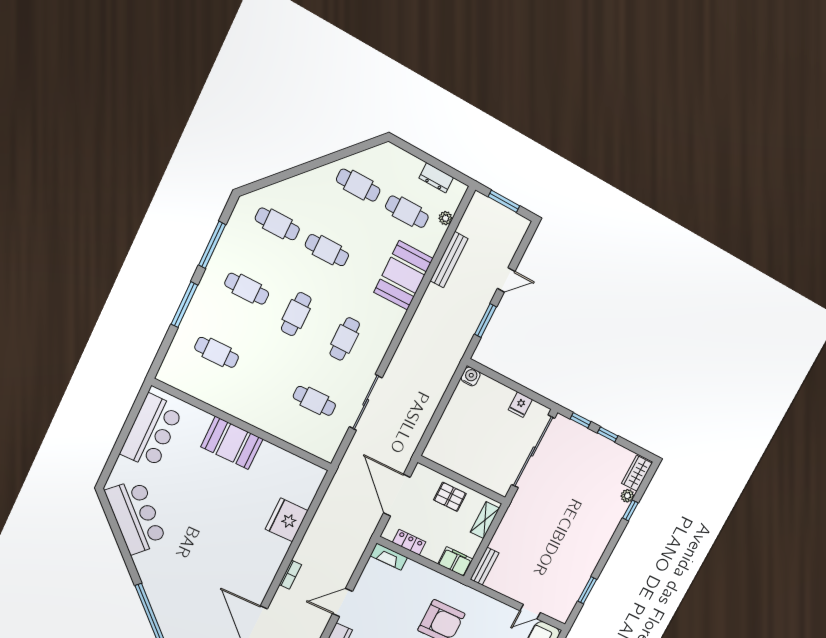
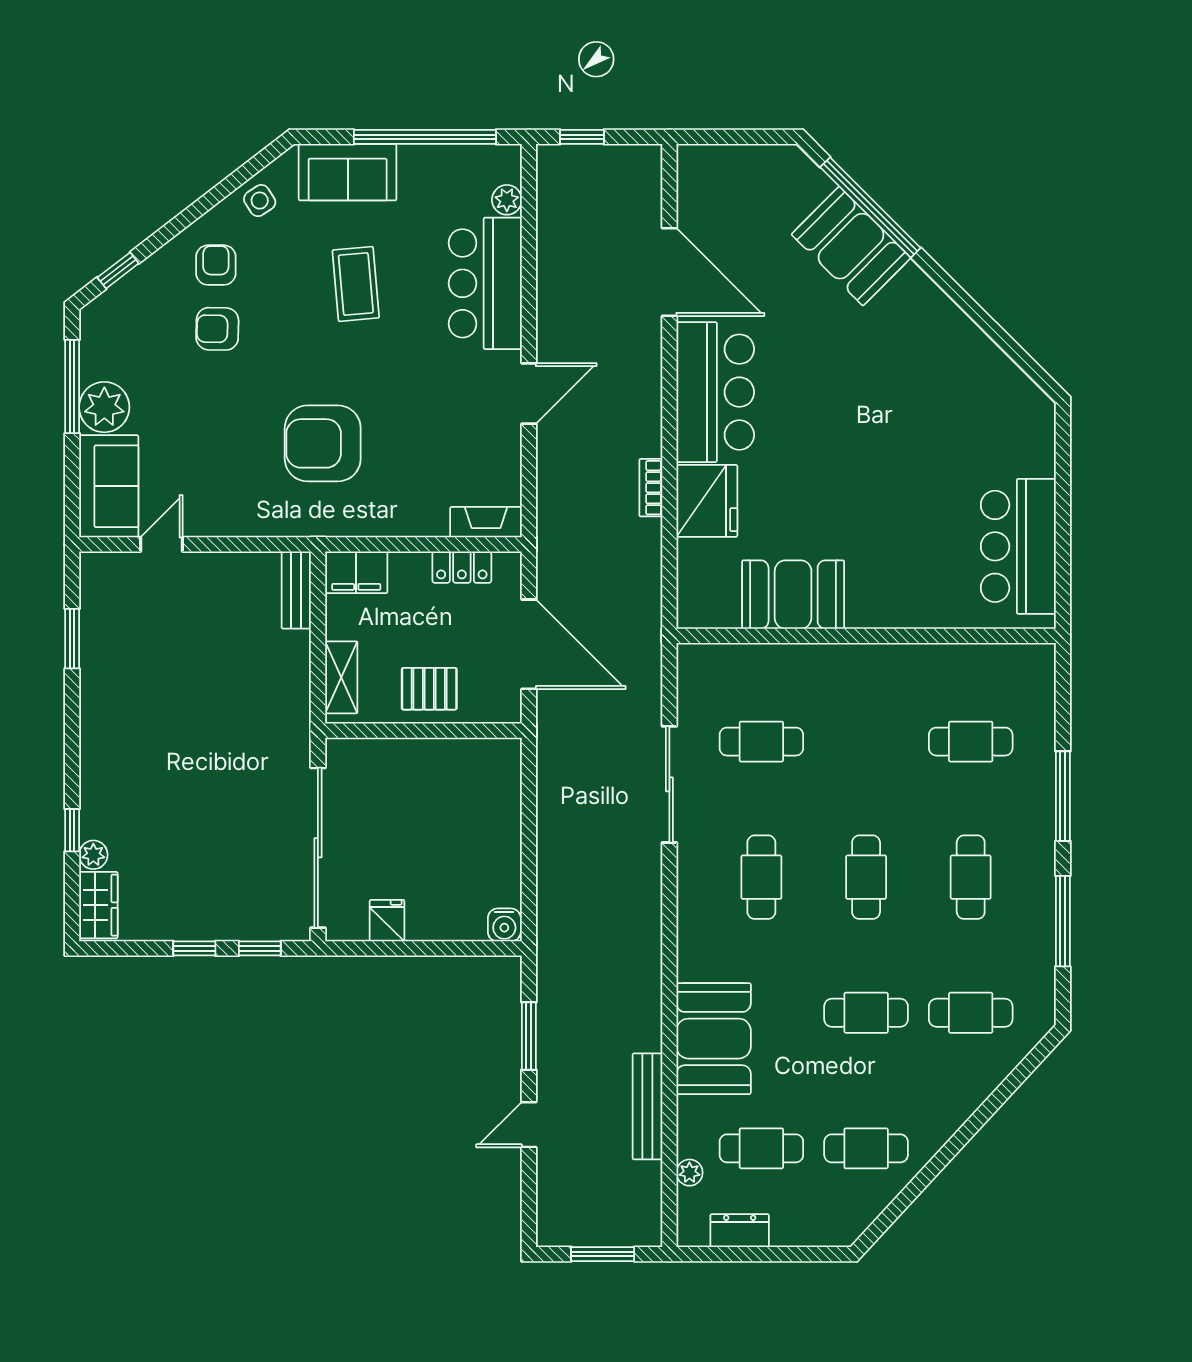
cafe table: (247, 289) -> (971, 877), turned 90
booth: (232, 443) -> (793, 595), moved
bar counter: (136, 517) -> (715, 392), moved, turned -135
bookcase: (290, 575) -> (651, 488), moved
booth: (167, 601) -> (851, 246), added

